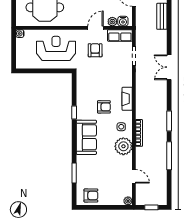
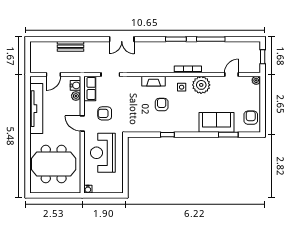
door: (96, 28) -> (82, 123), moved
sofa: (86, 137) -> (217, 122), moved

